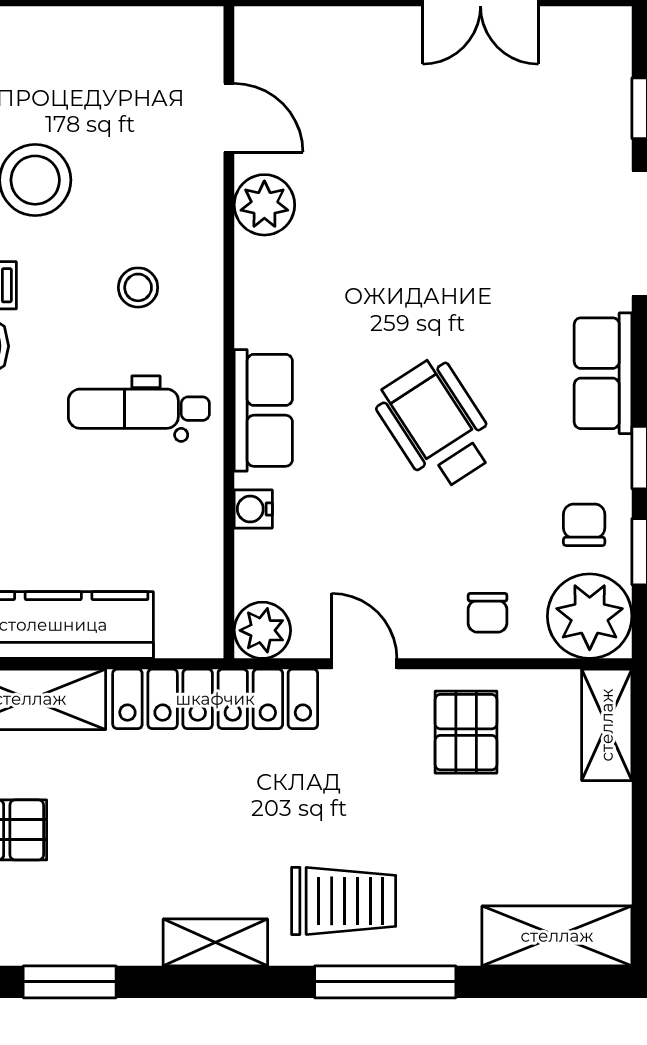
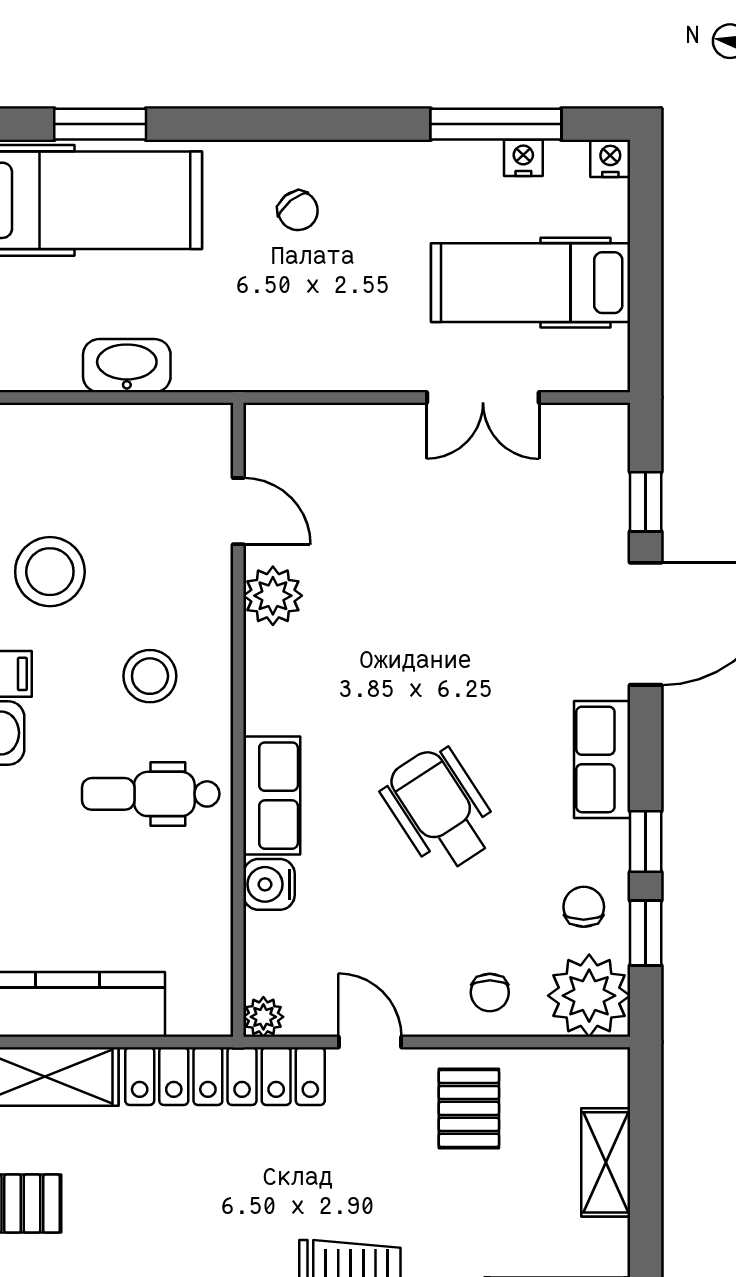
stool: (138, 287) -> (150, 676), width x1.37, depth x1.37
water cooler: (253, 509) -> (269, 884), width x1.38, depth x1.38
plant: (262, 630) -> (263, 1017), width x0.73, depth x0.73
shelving: (607, 725) -> (606, 1162), moved

